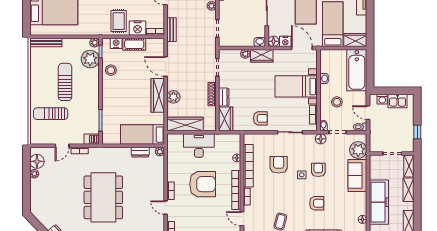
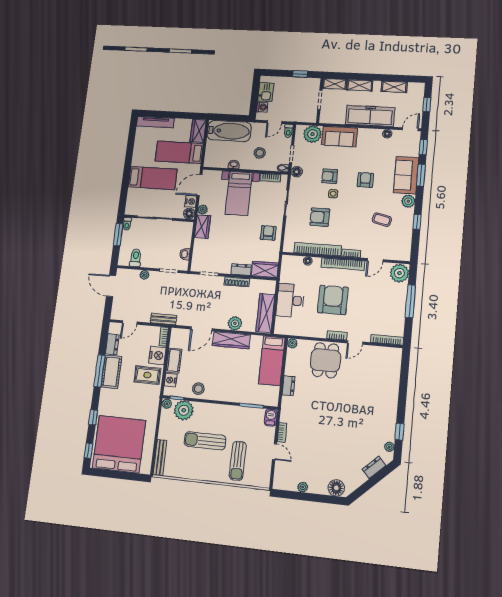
washbasin: (260, 42) -> (185, 254), moved
plant: (245, 54) -> (203, 210), moved
dresser: (140, 152) -> (289, 386), moved
floor lamp: (37, 161) -> (336, 488), moved
dining table: (103, 197) -> (326, 360), moved, width x0.53, depth x0.80

